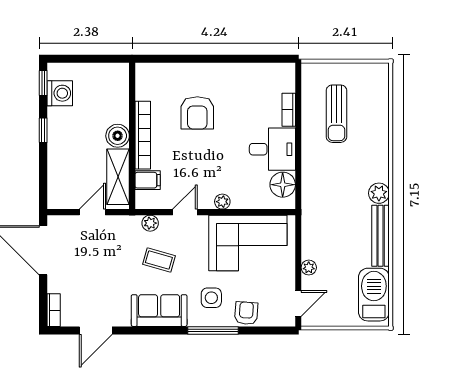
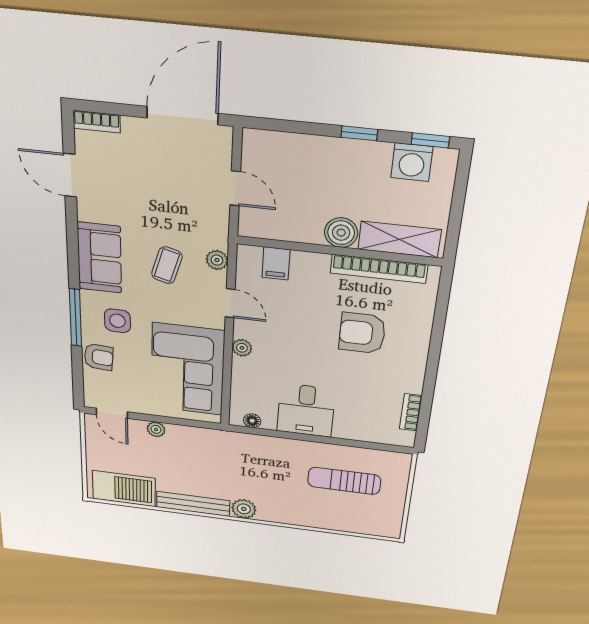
bookcase: (289, 110) -> (411, 412), moved, turned -90
bookcase: (143, 135) -> (379, 269), moved
shelving: (118, 177) -> (399, 239), moved
floor lamp: (283, 185) -> (252, 421), width x0.53, depth x0.53

